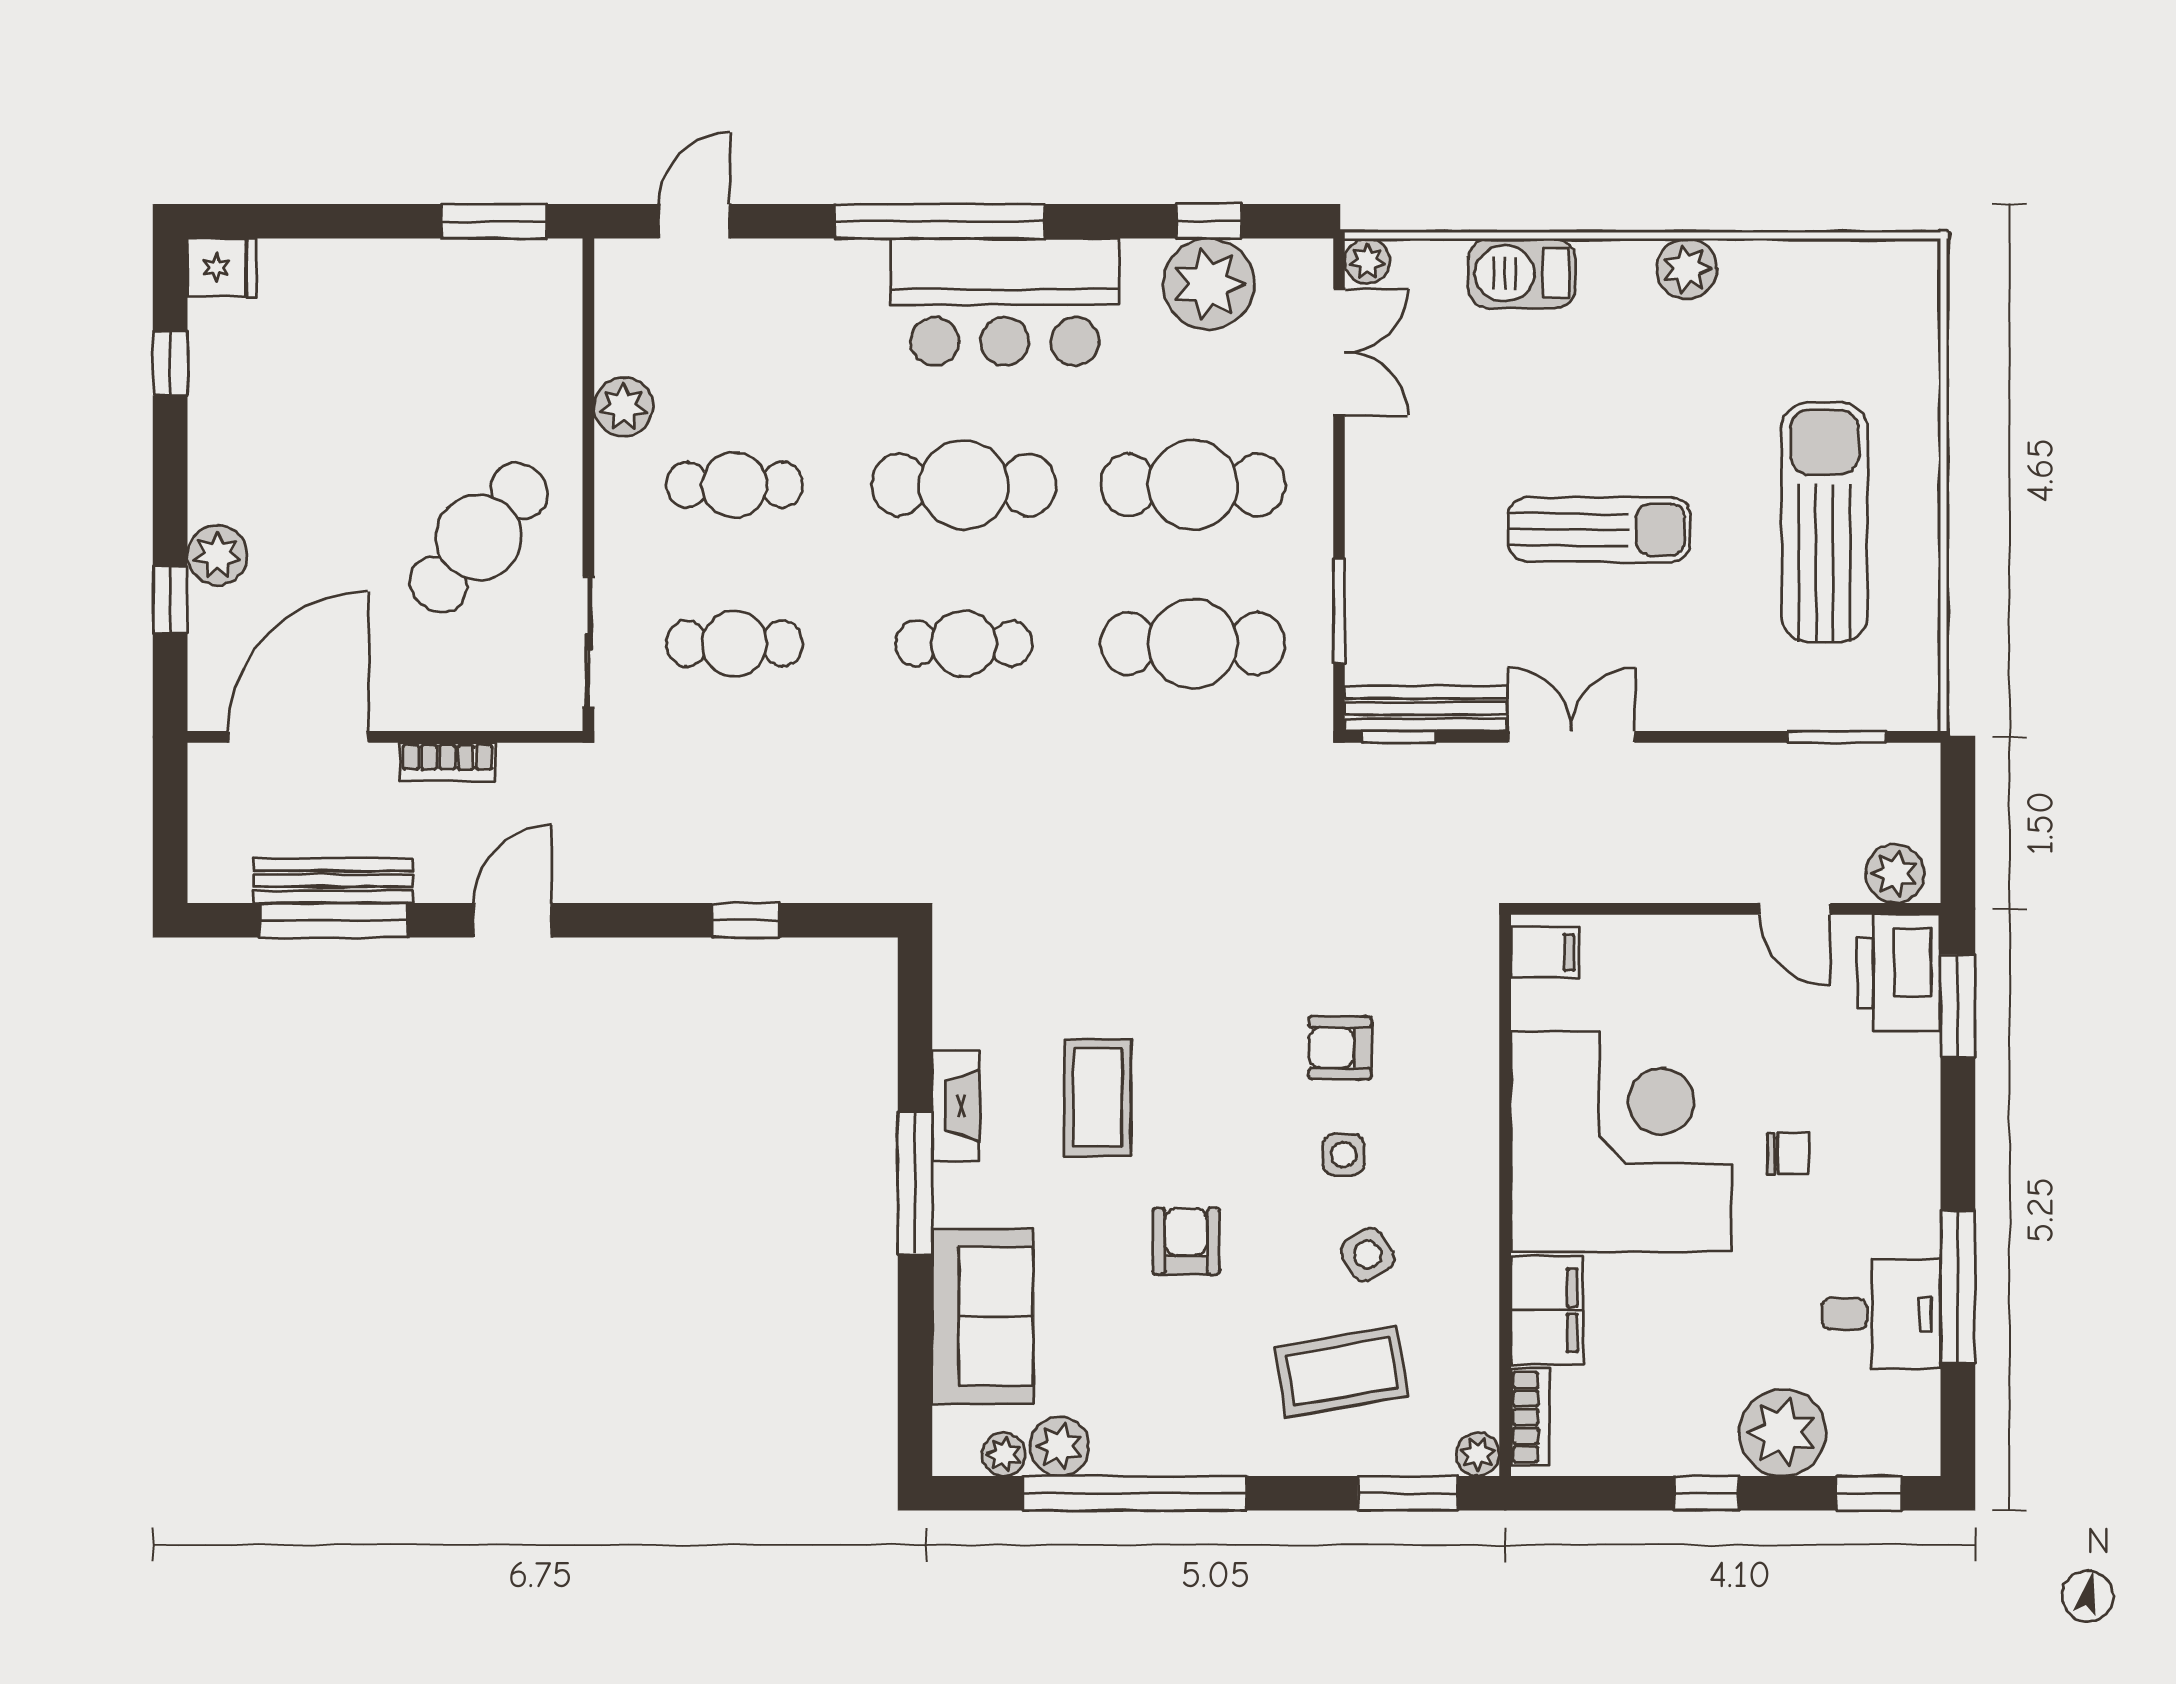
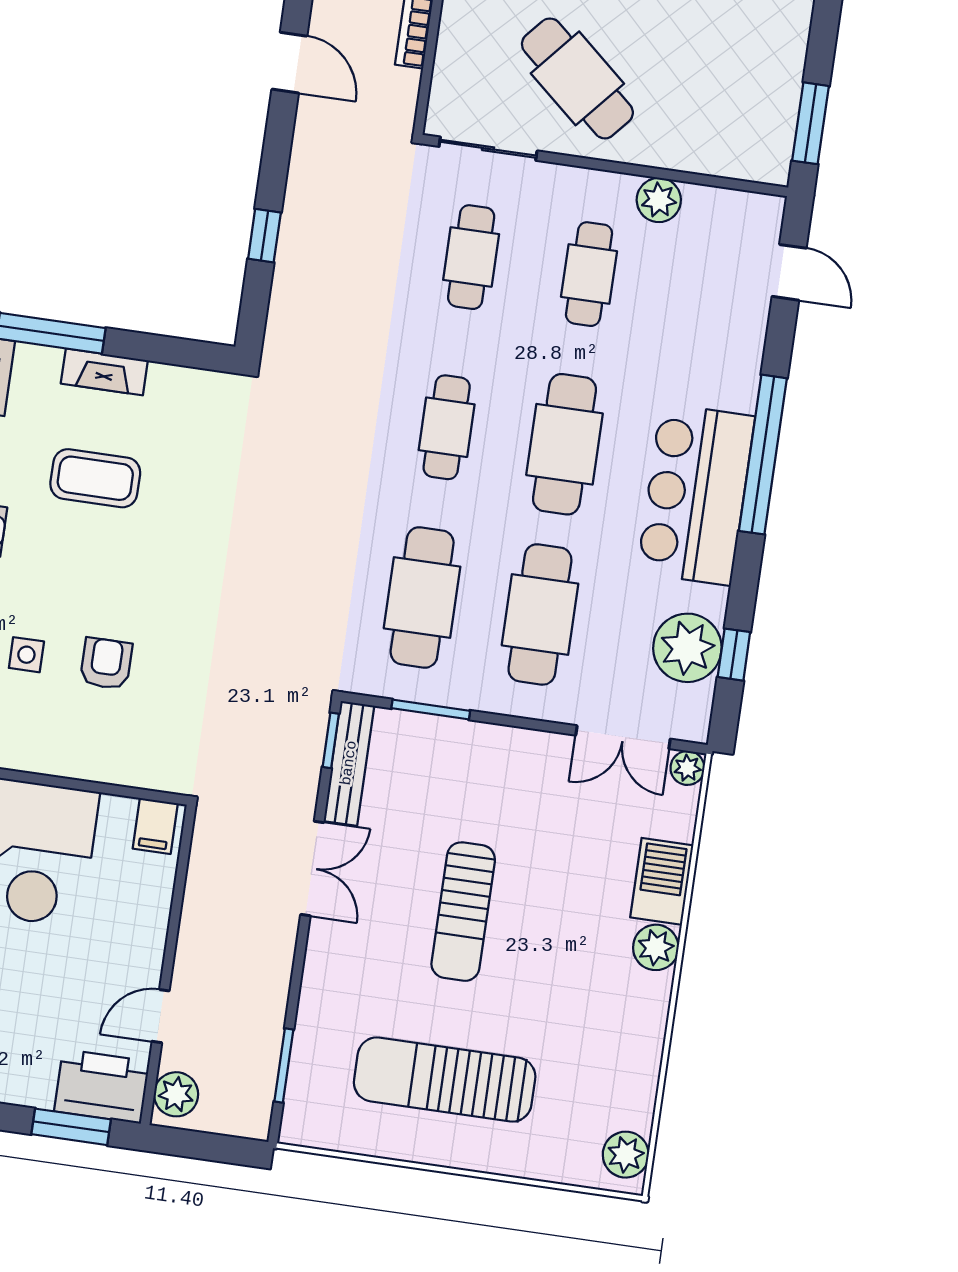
plant: (1687, 269) -> (656, 947), moved
plant: (1889, 269) -> (626, 1155), added
sun lounger: (1824, 522) -> (445, 1080), turned 180

